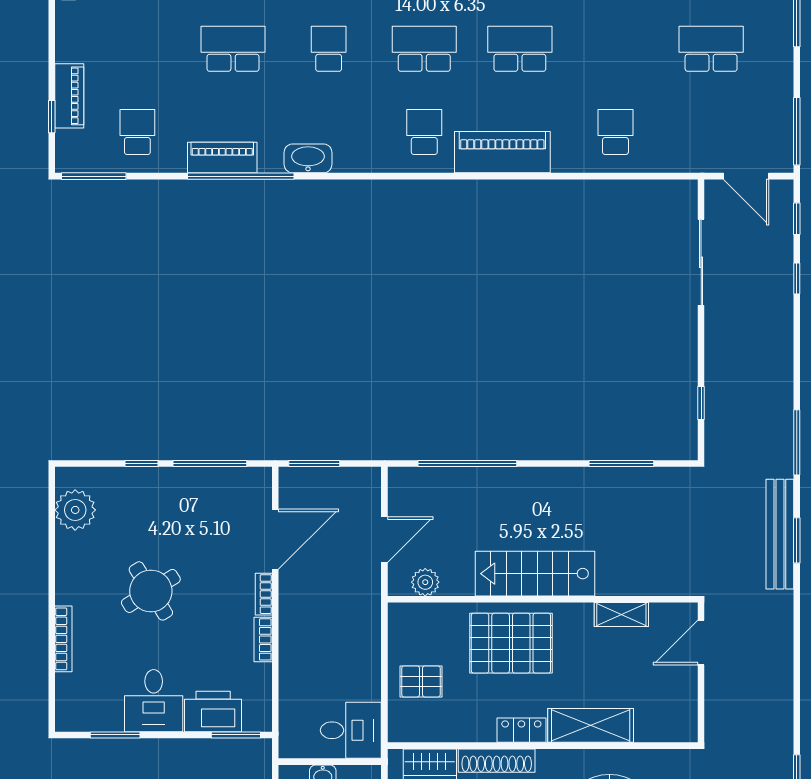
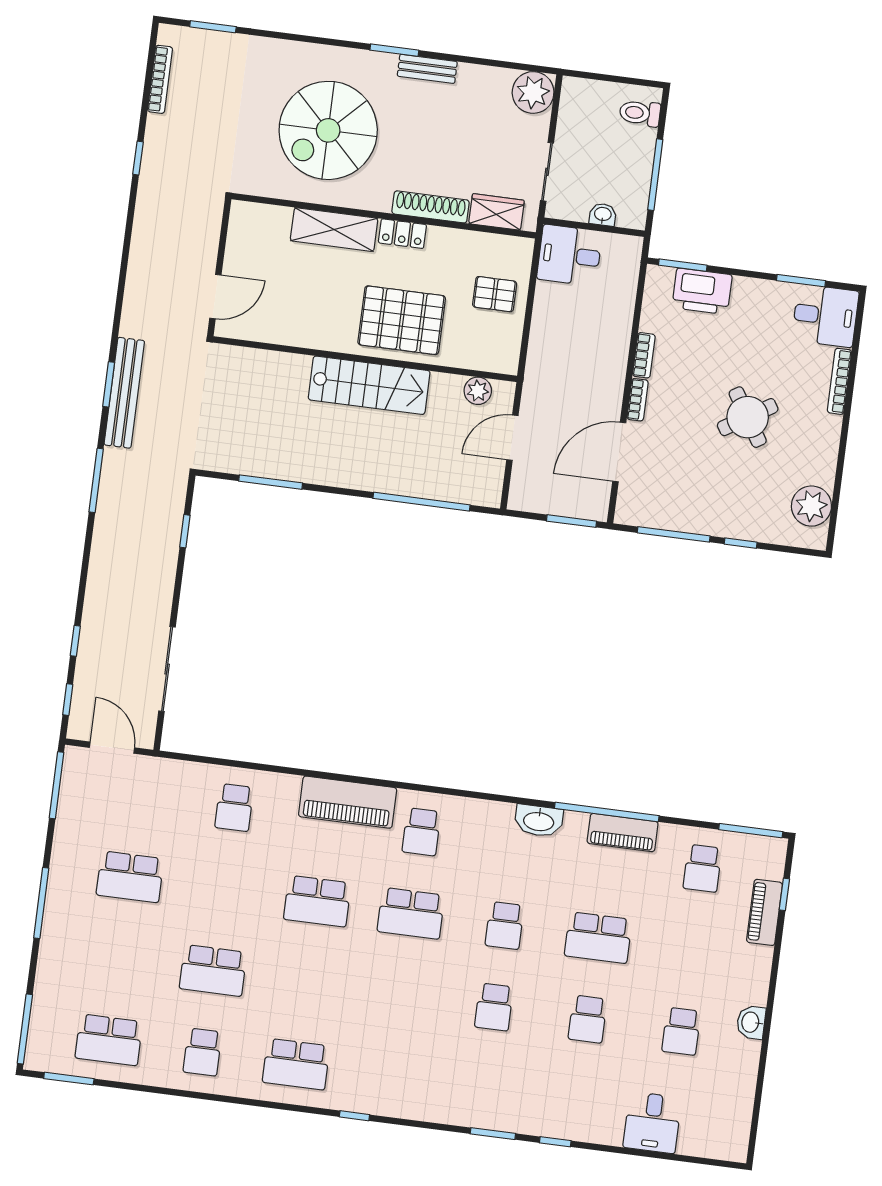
shelving: (621, 615) -> (290, 334), removed
desk: (154, 701) -> (825, 316), moved, turned 90

